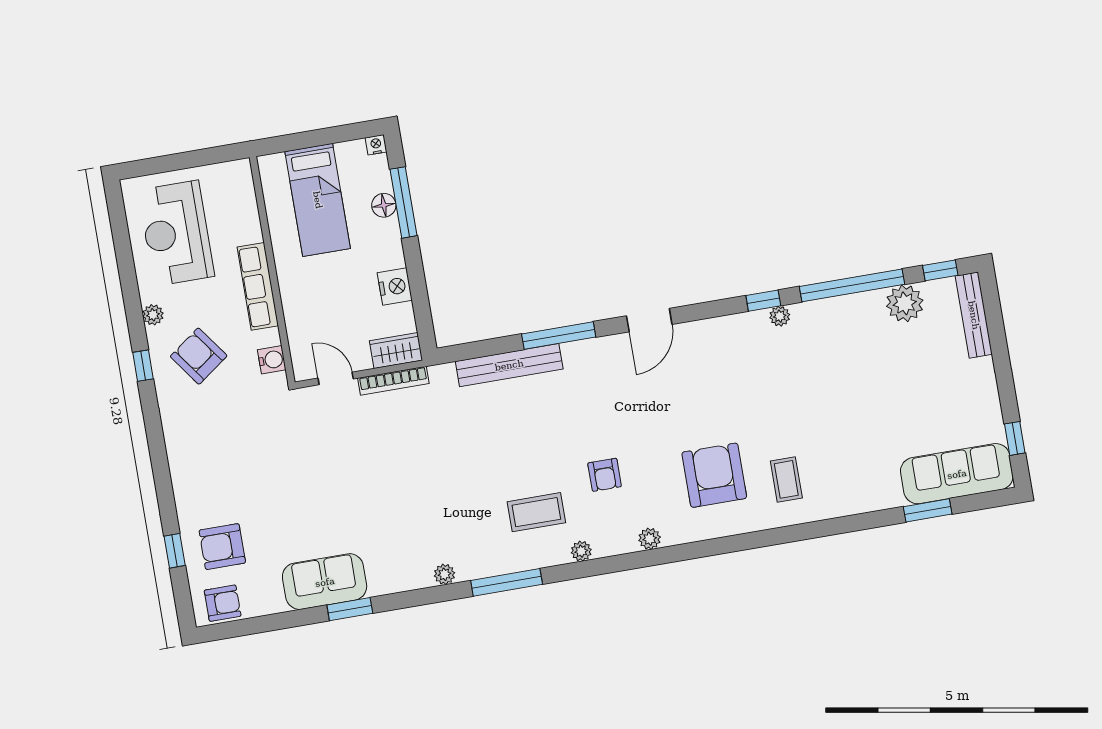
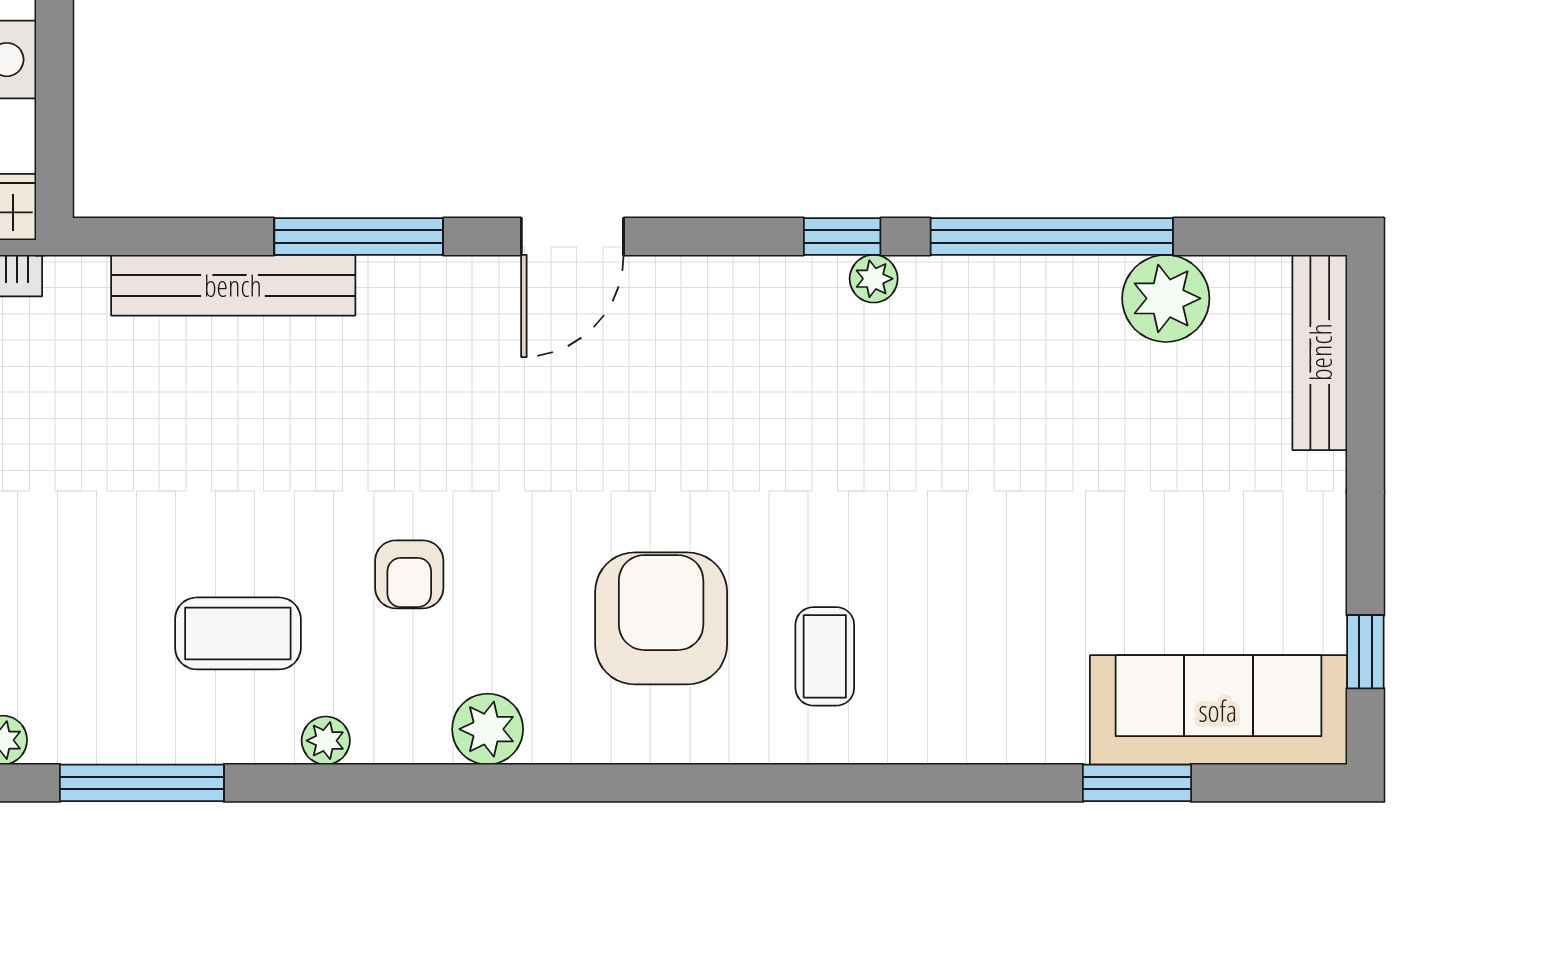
window: (940, 270) -> (1260, 237), removed
plant: (650, 539) -> (488, 729), width x1.38, depth x1.38

